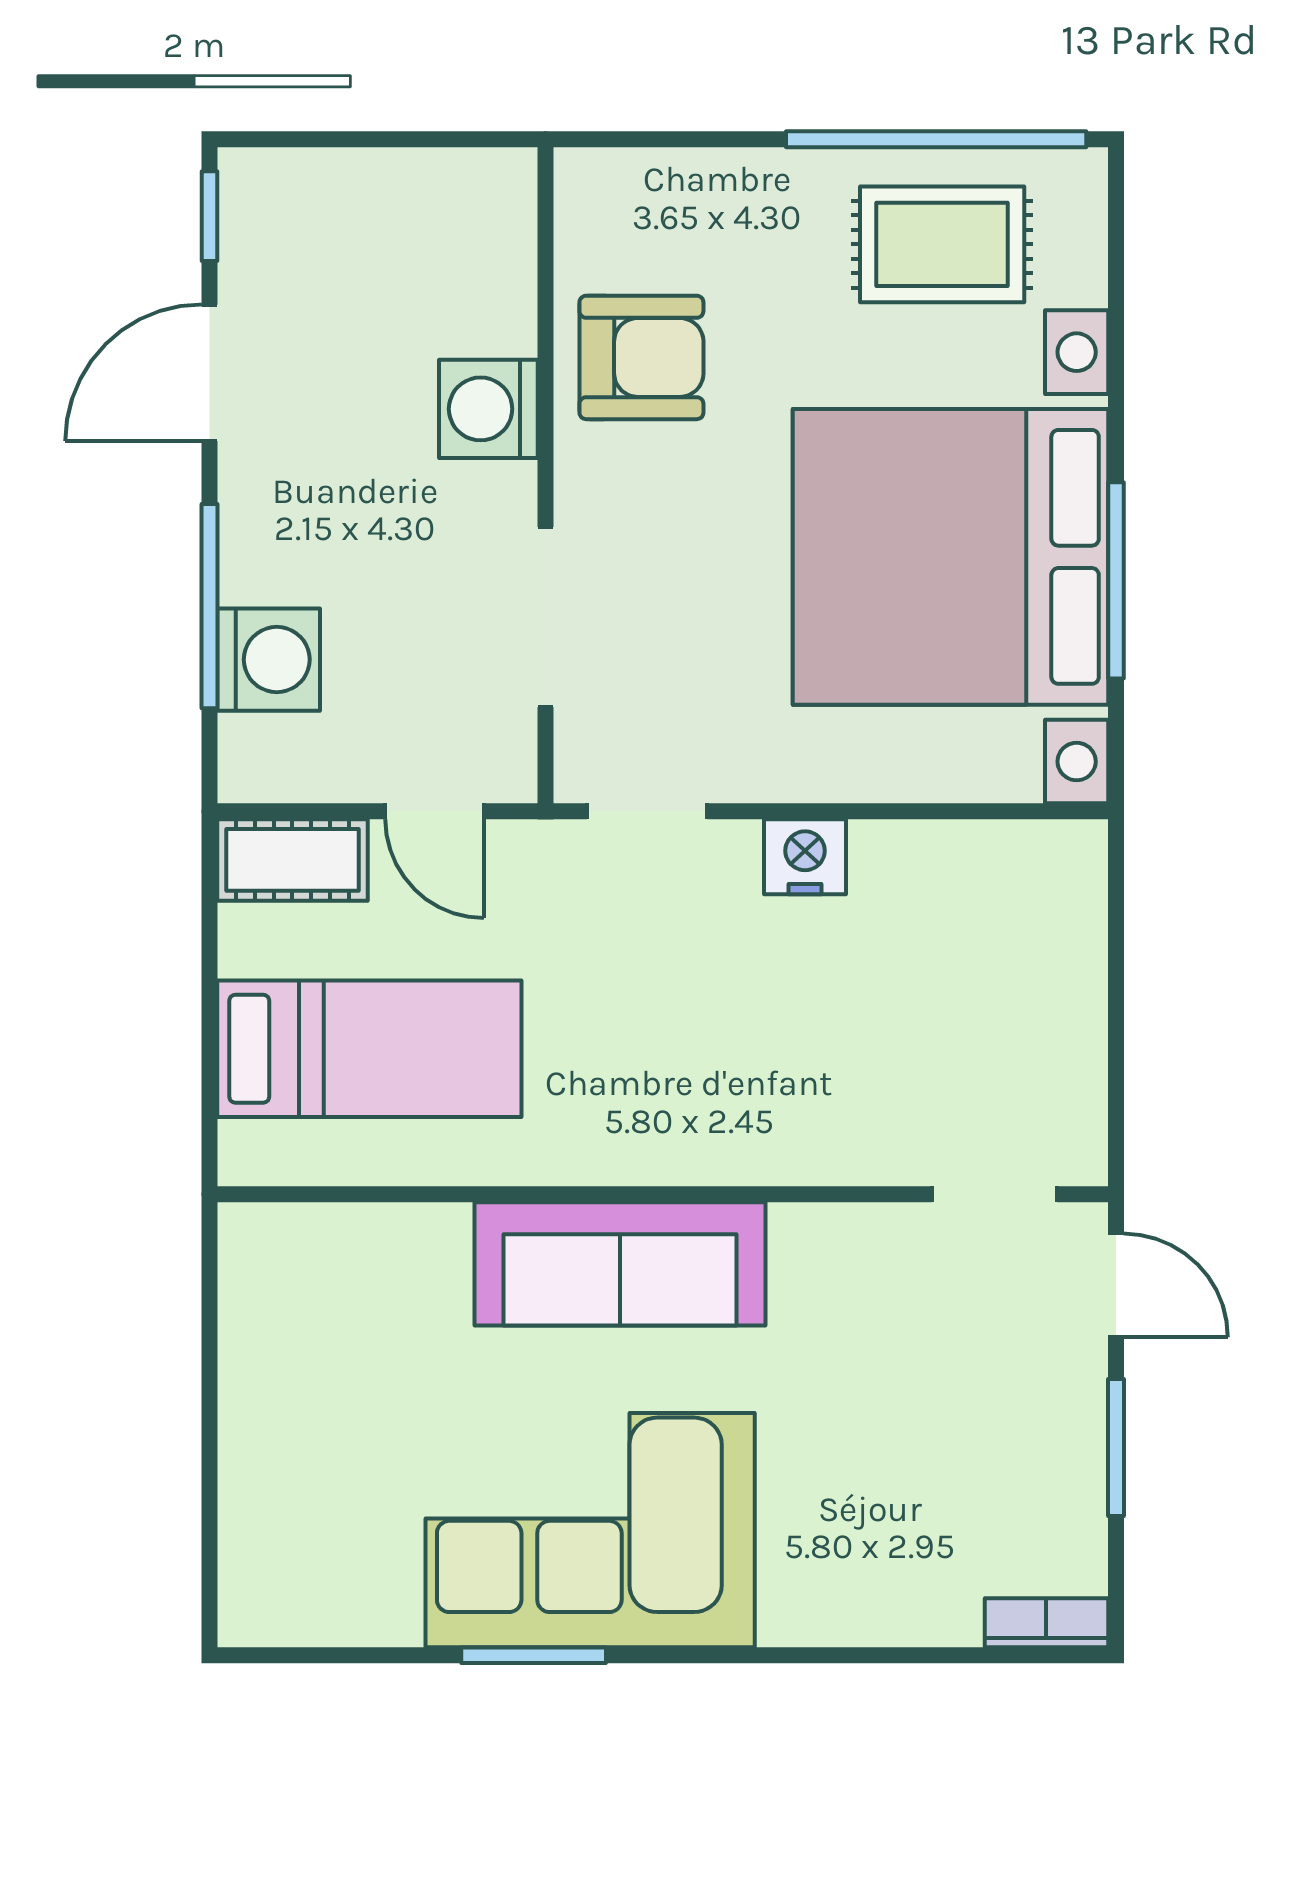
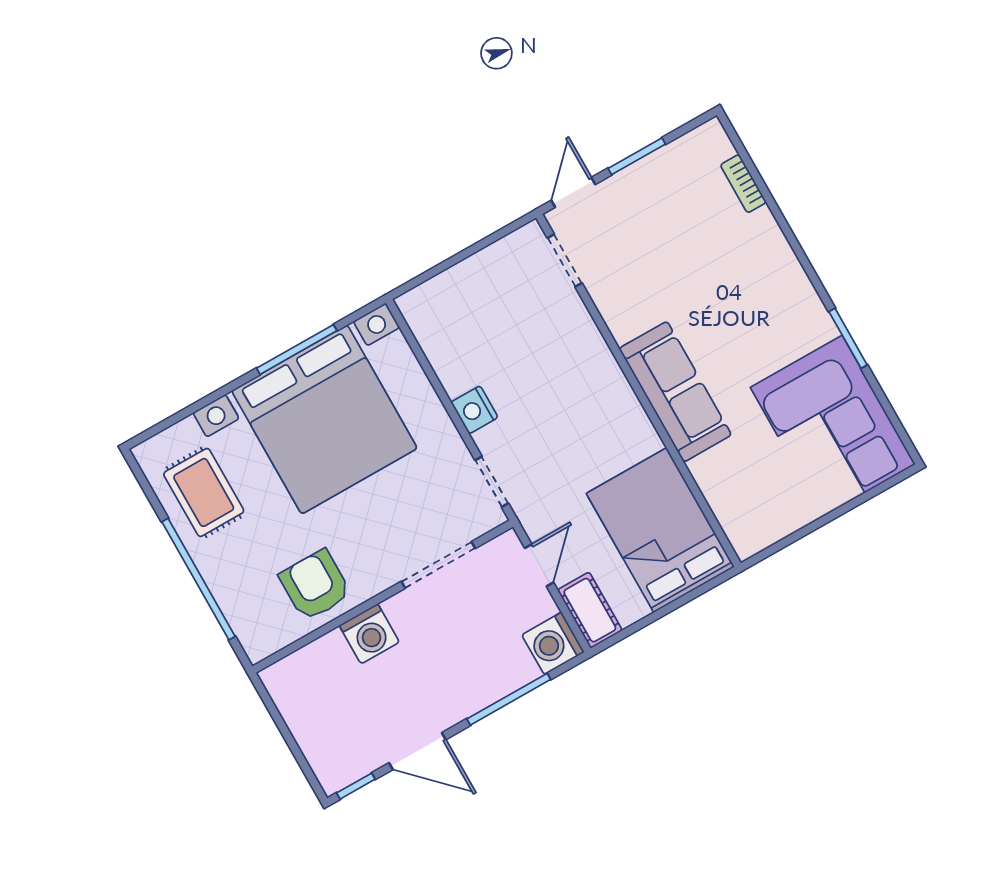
window: (936, 139) -> (198, 579), moved
washing machine: (269, 660) -> (553, 643), moved, turned -90
bed: (369, 1049) -> (660, 530), width x1.50
corner sofa: (590, 1530) -> (833, 426), moved
bookcase: (1046, 1623) -> (743, 184), moved

